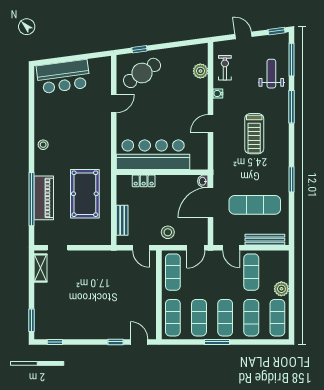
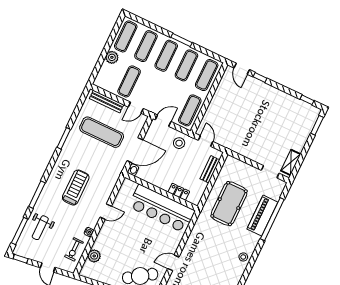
door: (231, 248) -> (136, 108), swing flipped

